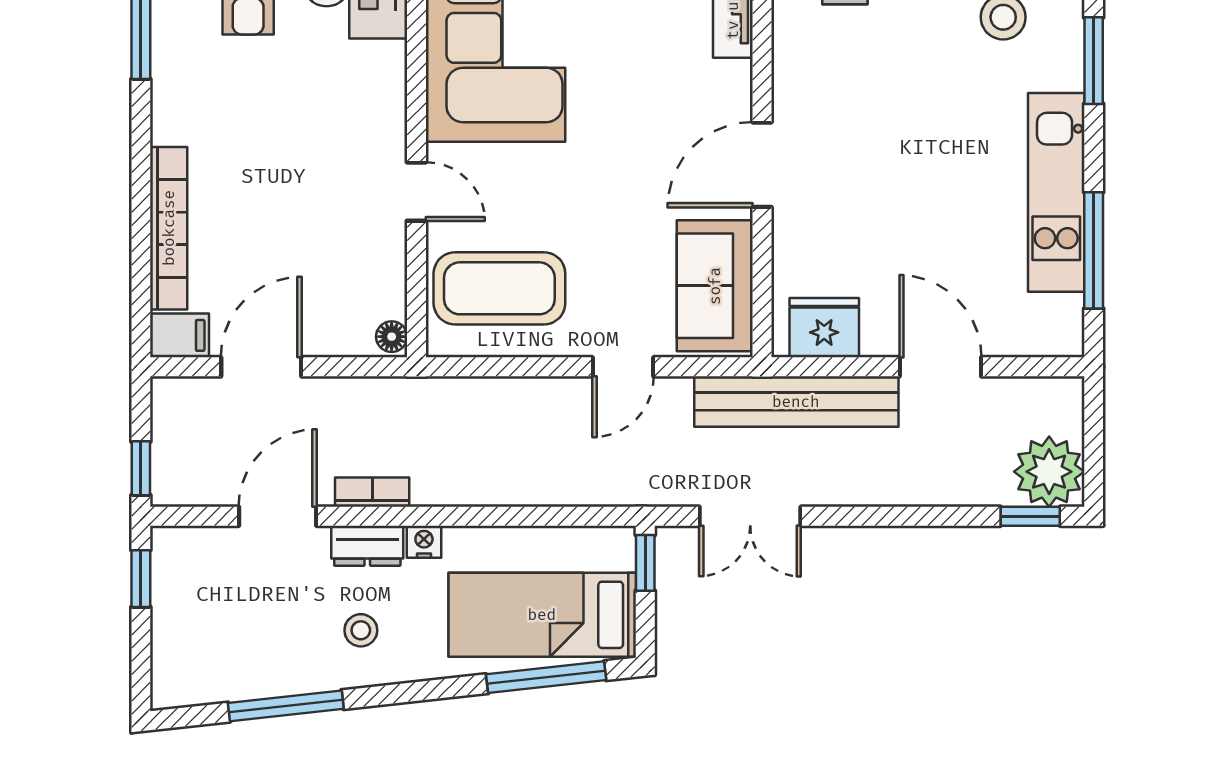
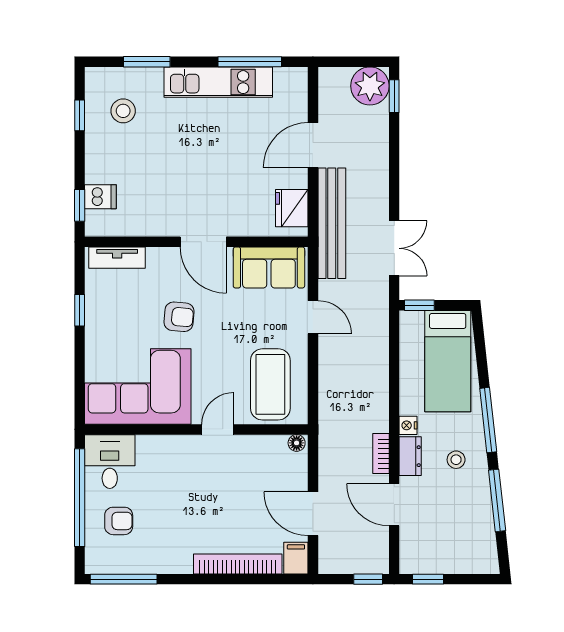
armchair: (624, 120) -> (179, 317), added
window: (546, 677) -> (488, 420), moved

